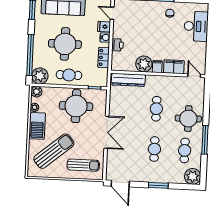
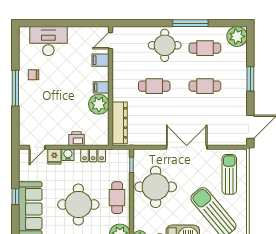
filing cabinet: (174, 67) -> (101, 60), width x0.50

